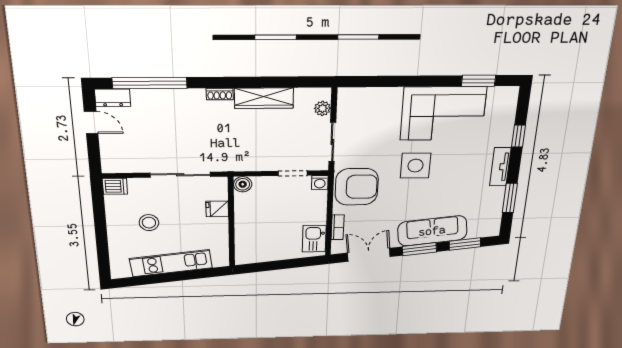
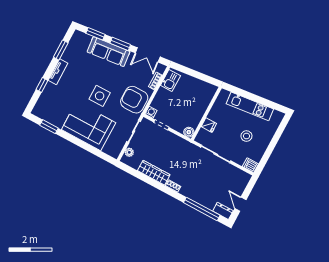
corner sofa: (443, 114) -> (89, 126), moved

